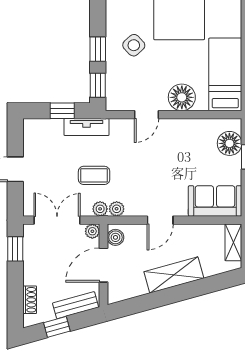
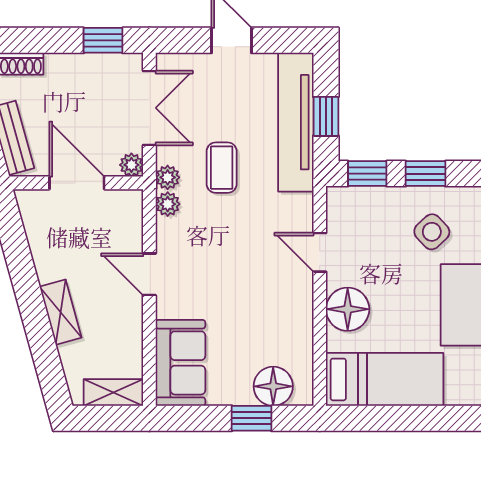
tv unit: (86, 127) -> (296, 122), width x1.92, depth x1.29
boiler: (115, 237) -> (122, 202), removed
shelving: (174, 275) -> (61, 312), width x0.67, depth x0.75

